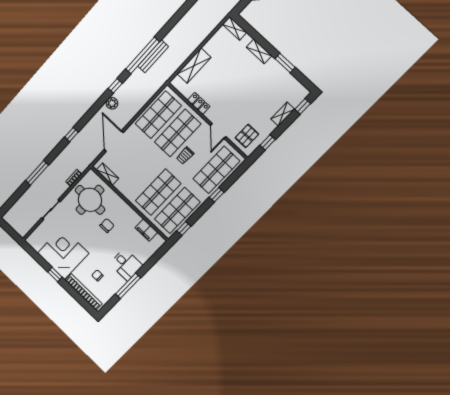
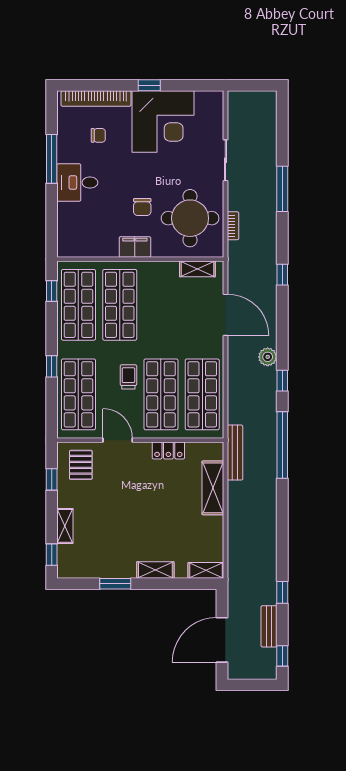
bench: (153, 56) -> (235, 453), moved
filing cabinet: (146, 230) -> (135, 247), moved

